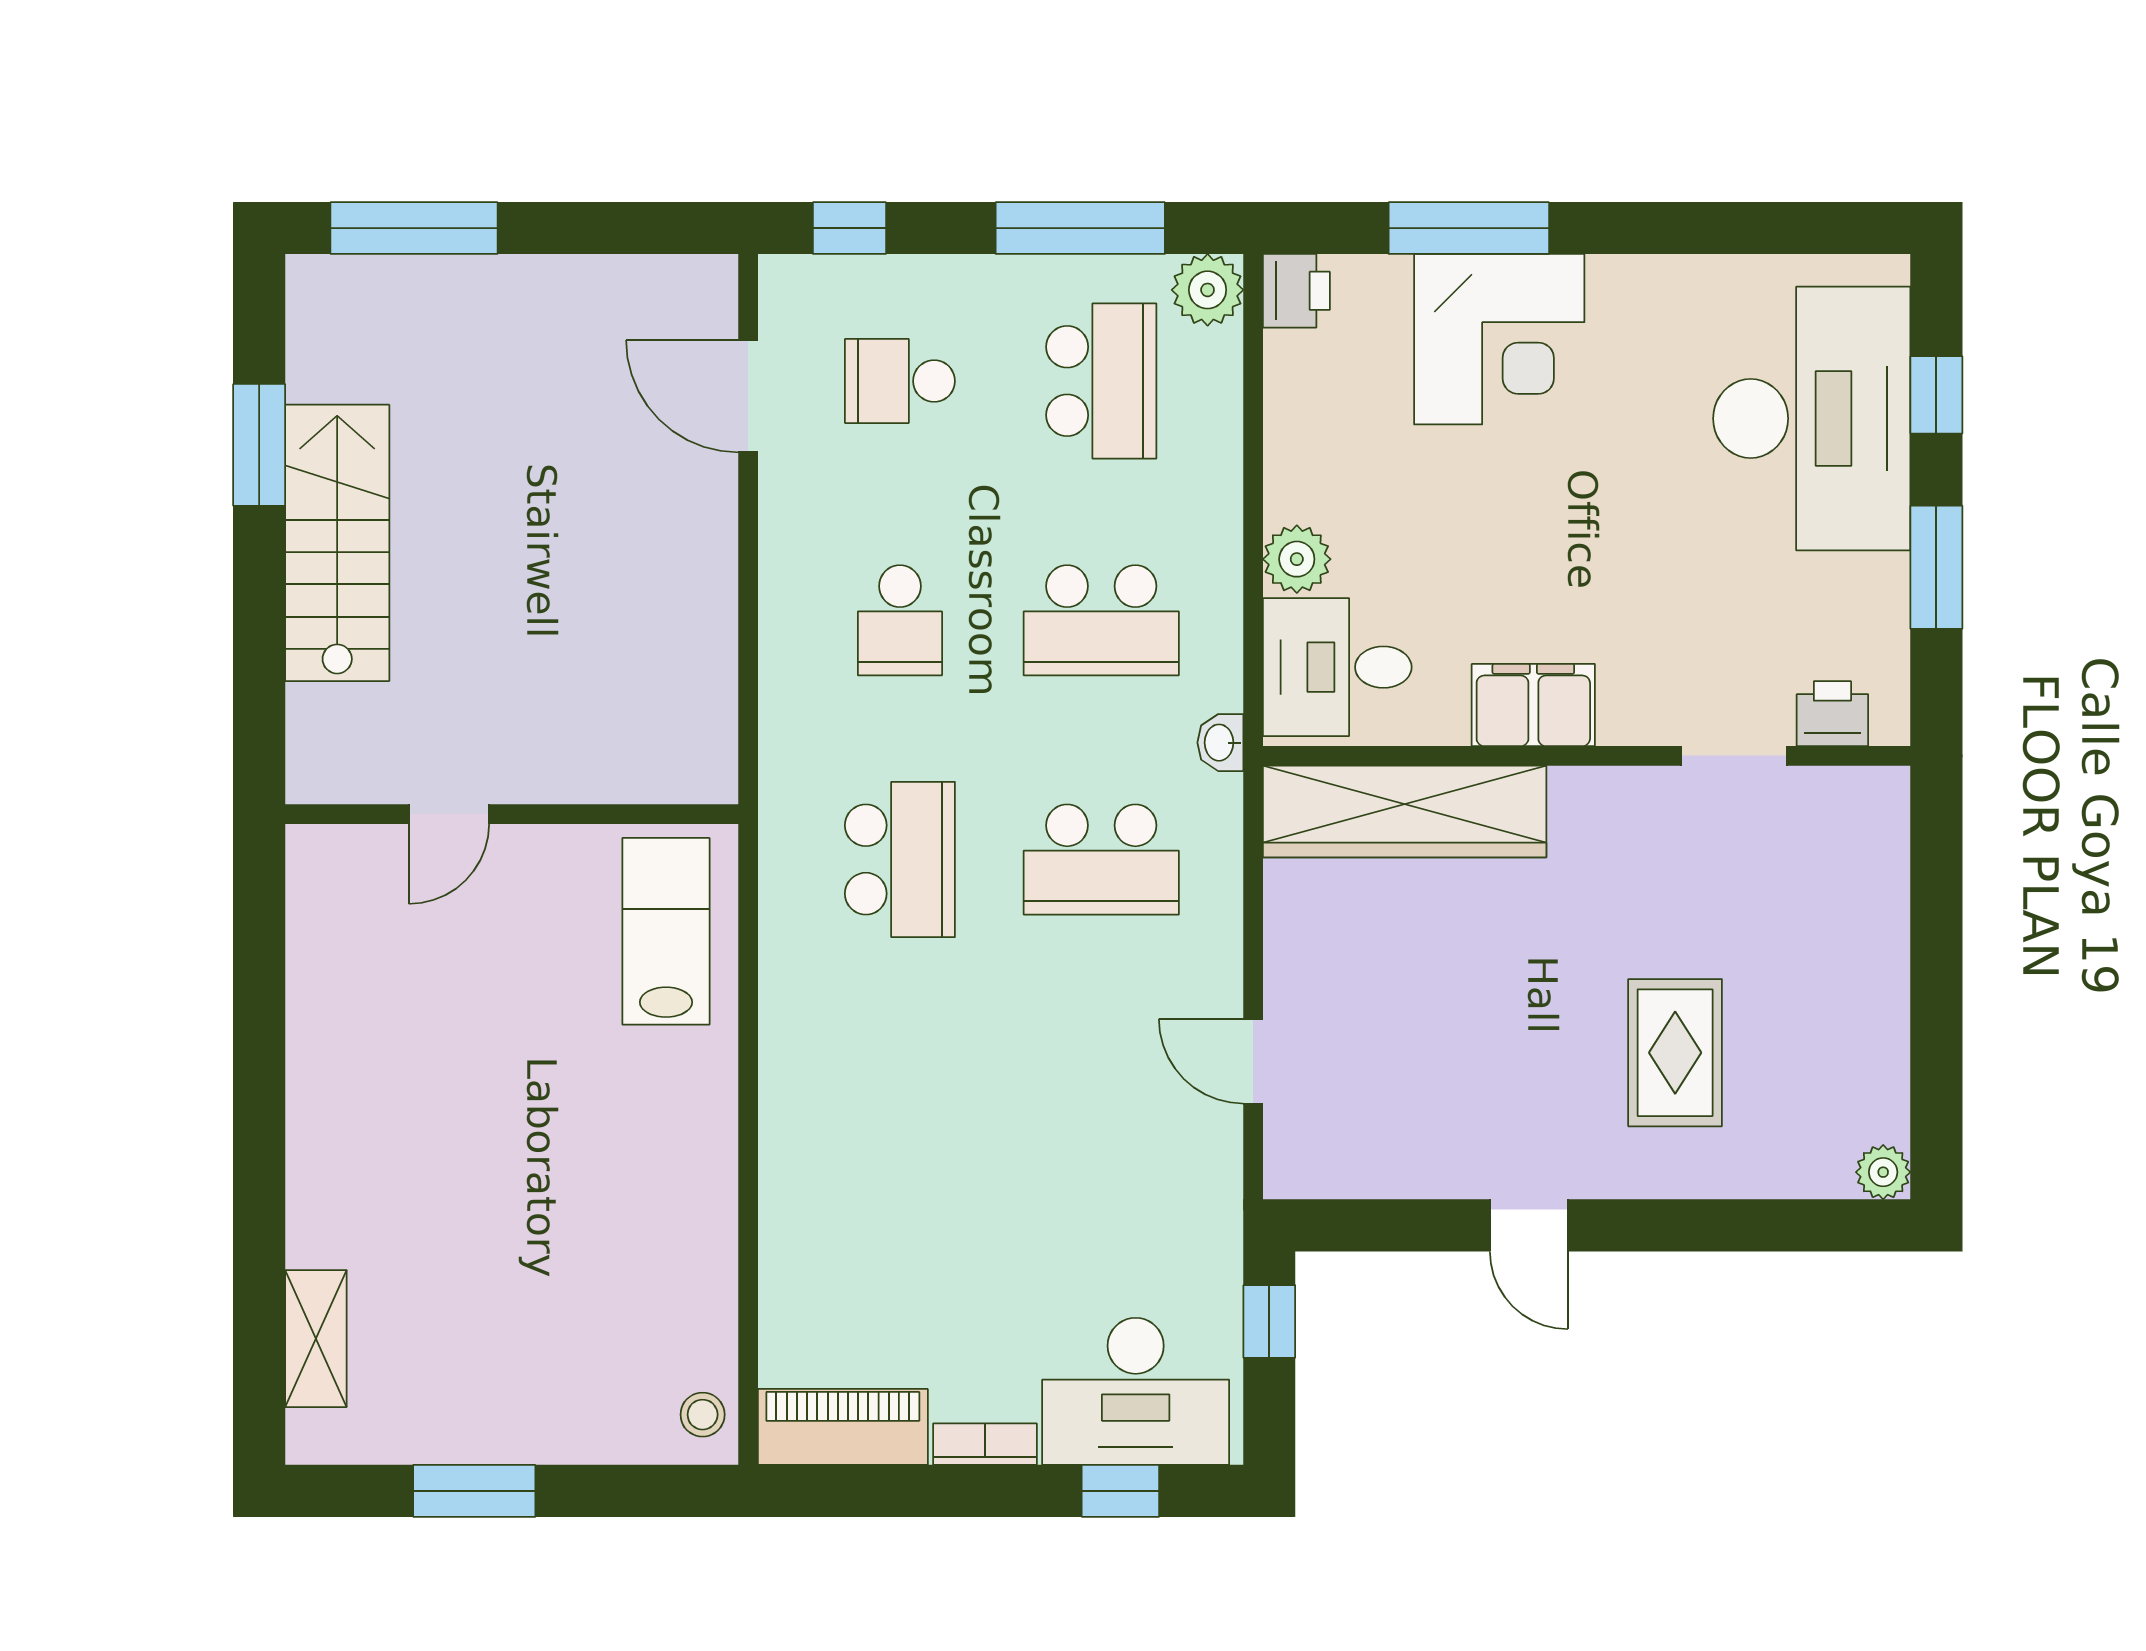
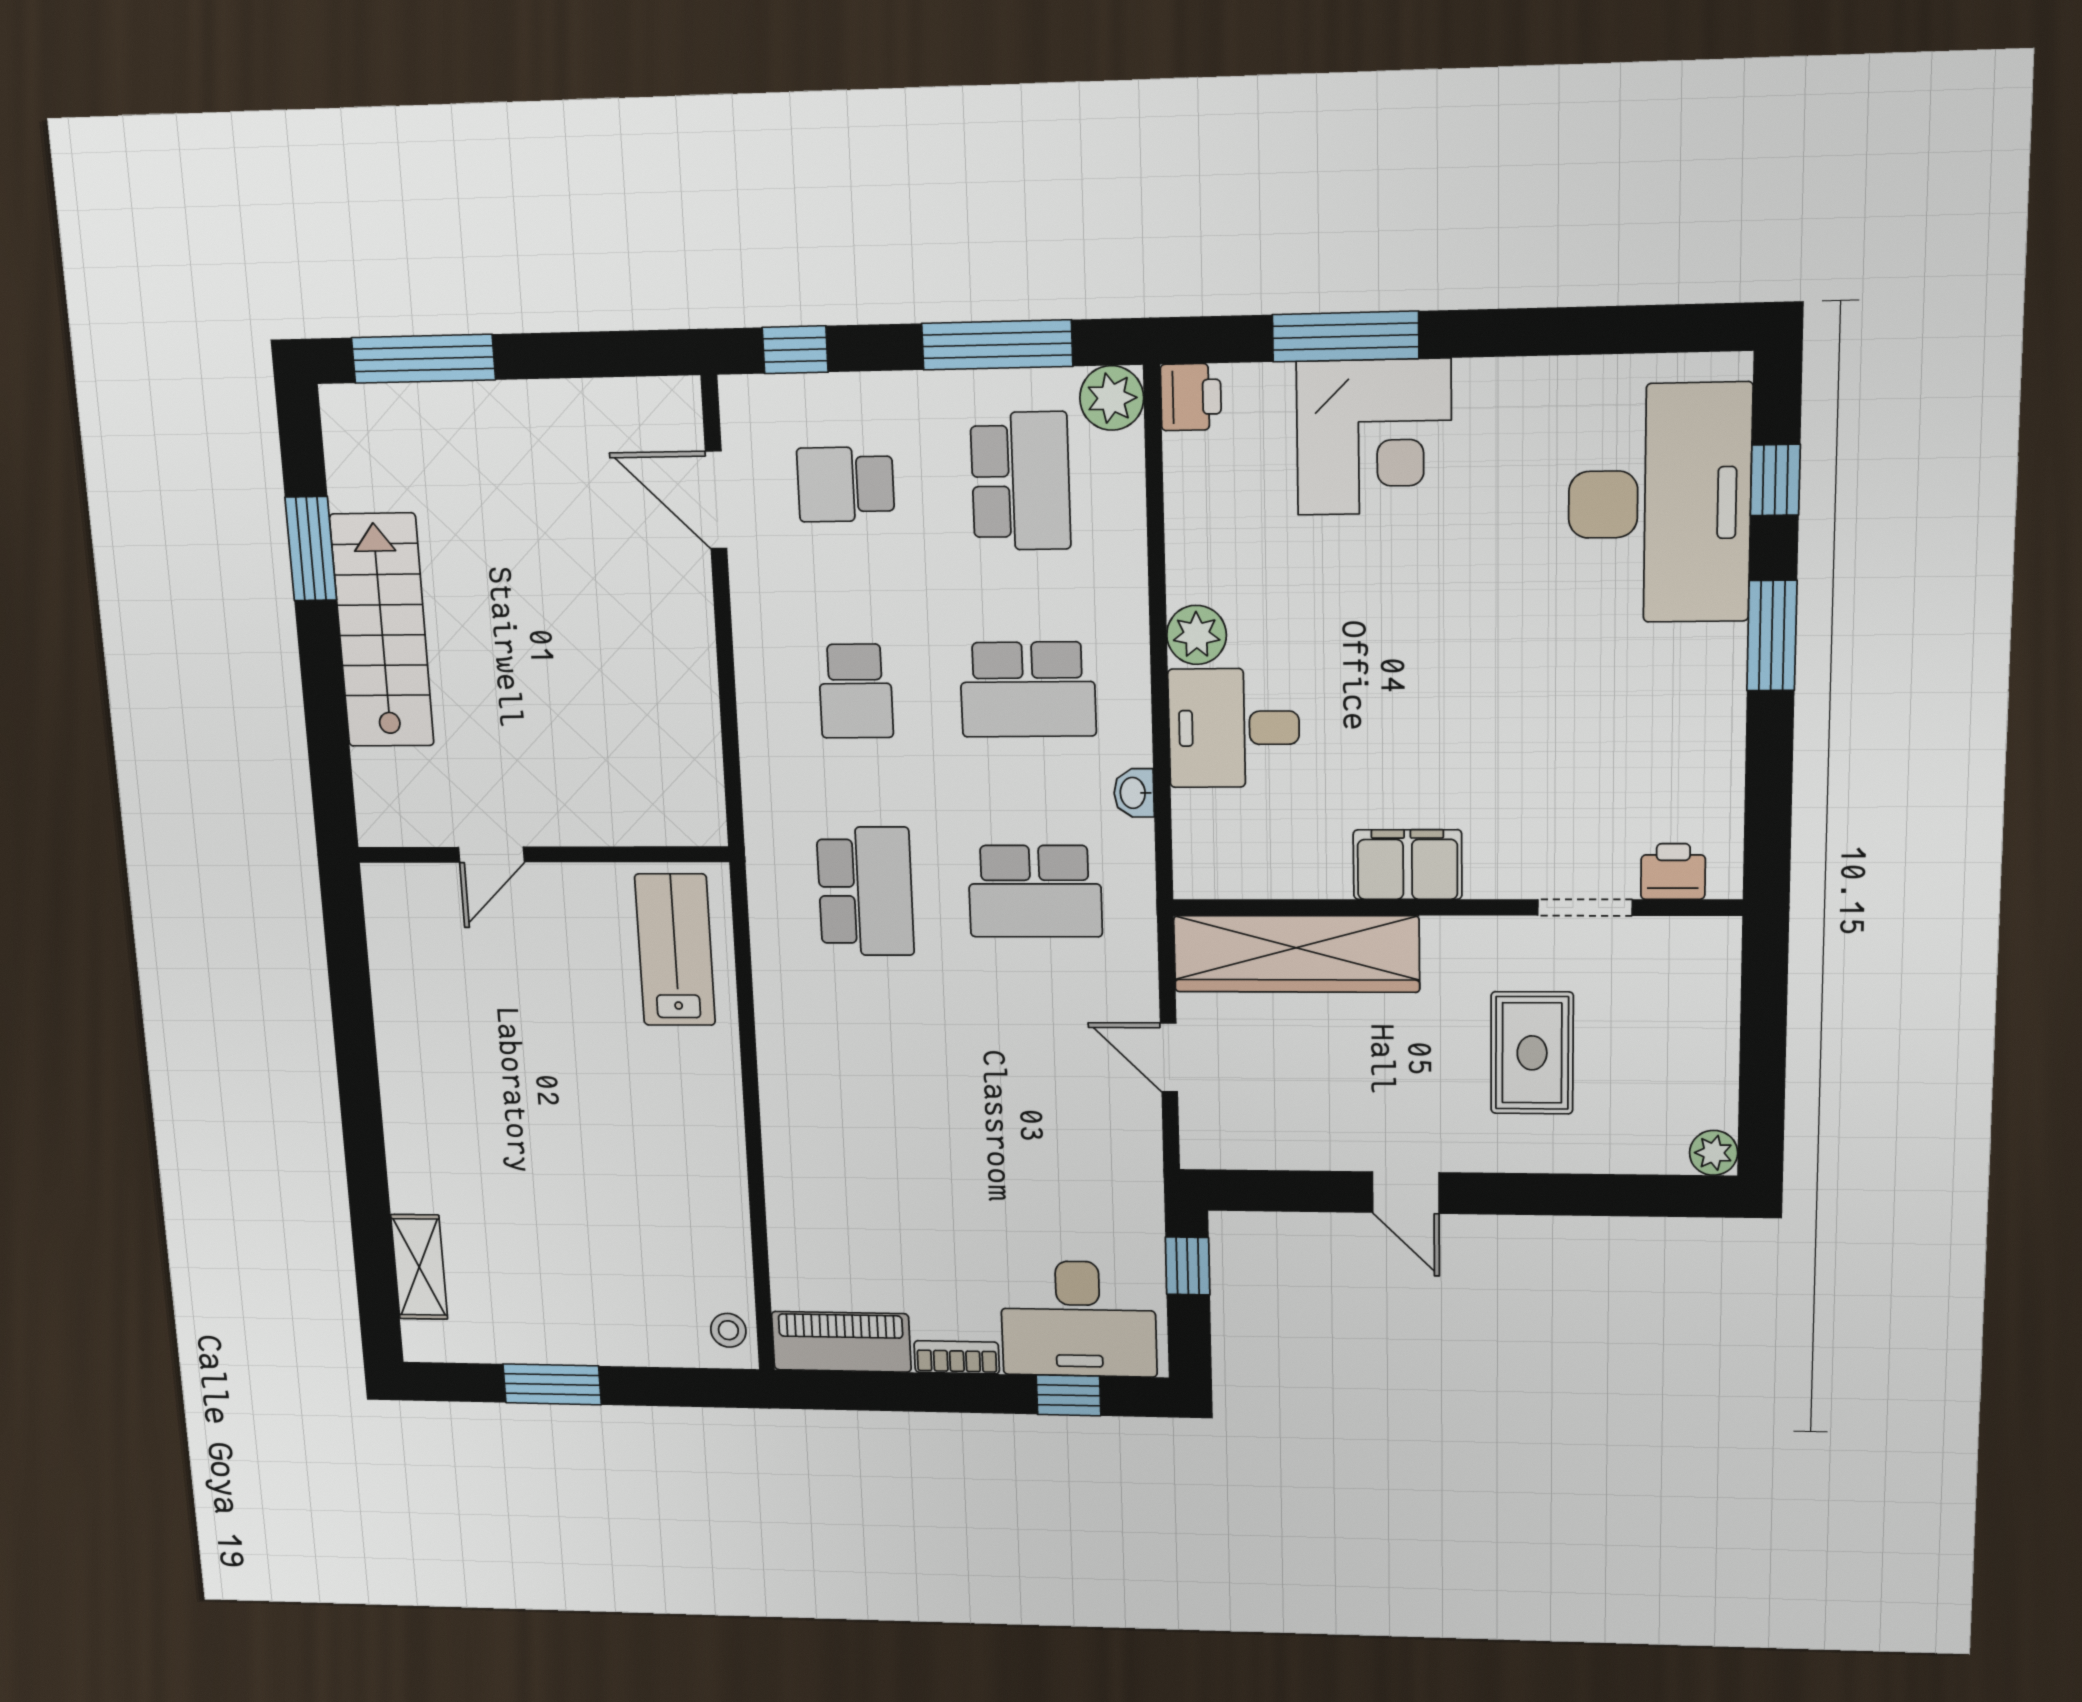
filing cabinet: (1533, 705) -> (1408, 865), moved
printer: (1832, 714) -> (1673, 872), moved
wall: (1587, 756) -> (1455, 907), moved
doorway: (1734, 756) -> (1585, 908), moved
wardrobe: (1405, 811) -> (1296, 954), moved

